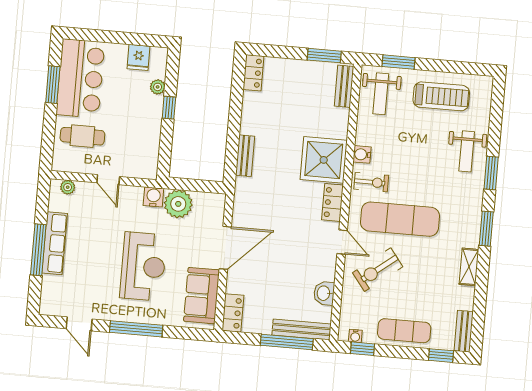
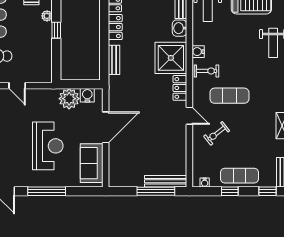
water cooler: (153, 197) -> (87, 95), moved
exercise mat: (400, 219) -> (229, 96), width x0.73, depth x0.69
exercise bike: (378, 270) -> (217, 133), width x0.73, depth x0.72
washbasin: (324, 293) -> (180, 28), moved
locker: (233, 313) -> (115, 27), moved
window: (363, 349) -> (230, 191), moved

